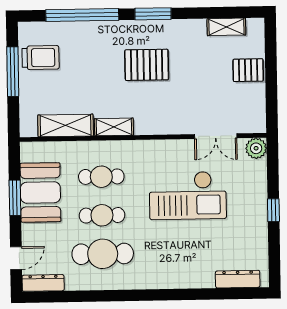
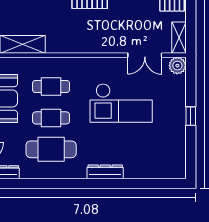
shelving: (114, 127) -> (179, 38), moved, turned 90
dresser: (238, 279) -> (105, 172), moved

